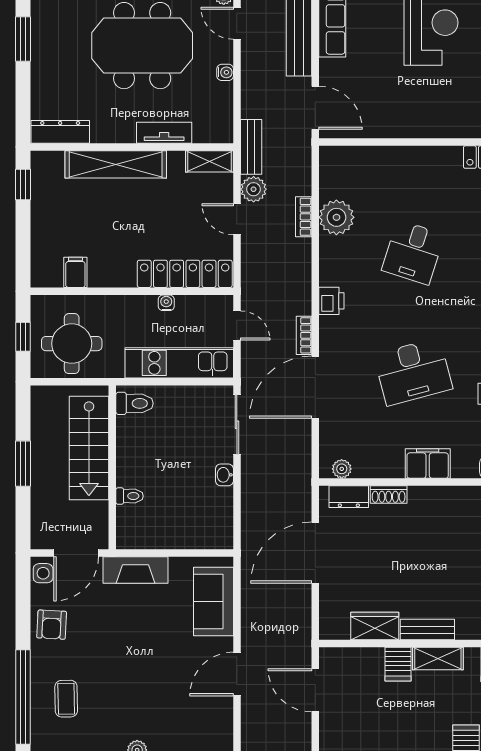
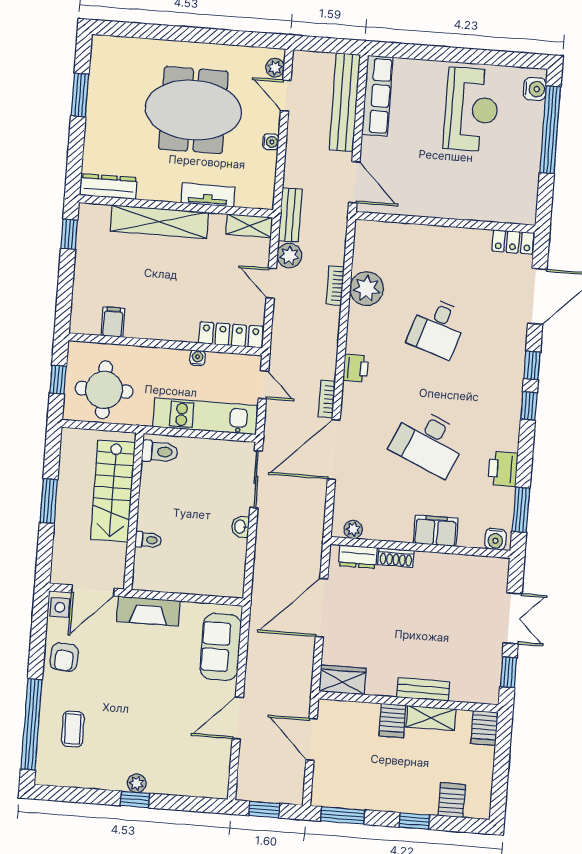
locker: (185, 274) -> (231, 335), width x0.71, depth x0.83
desk: (413, 372) -> (428, 442), turned 39
wardrobe: (375, 626) -> (343, 680), moved

